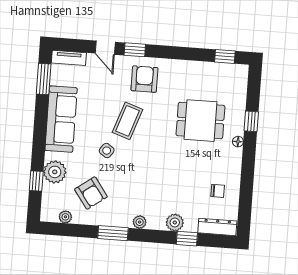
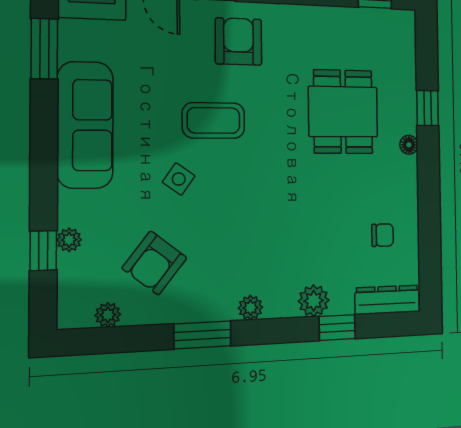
coffee table: (128, 121) -> (214, 120), turned 71
dining table: (200, 121) -> (343, 112), turned 90
plant: (55, 172) -> (69, 240), width x0.53, depth x0.53
armchair: (91, 193) -> (155, 263), turned 74

